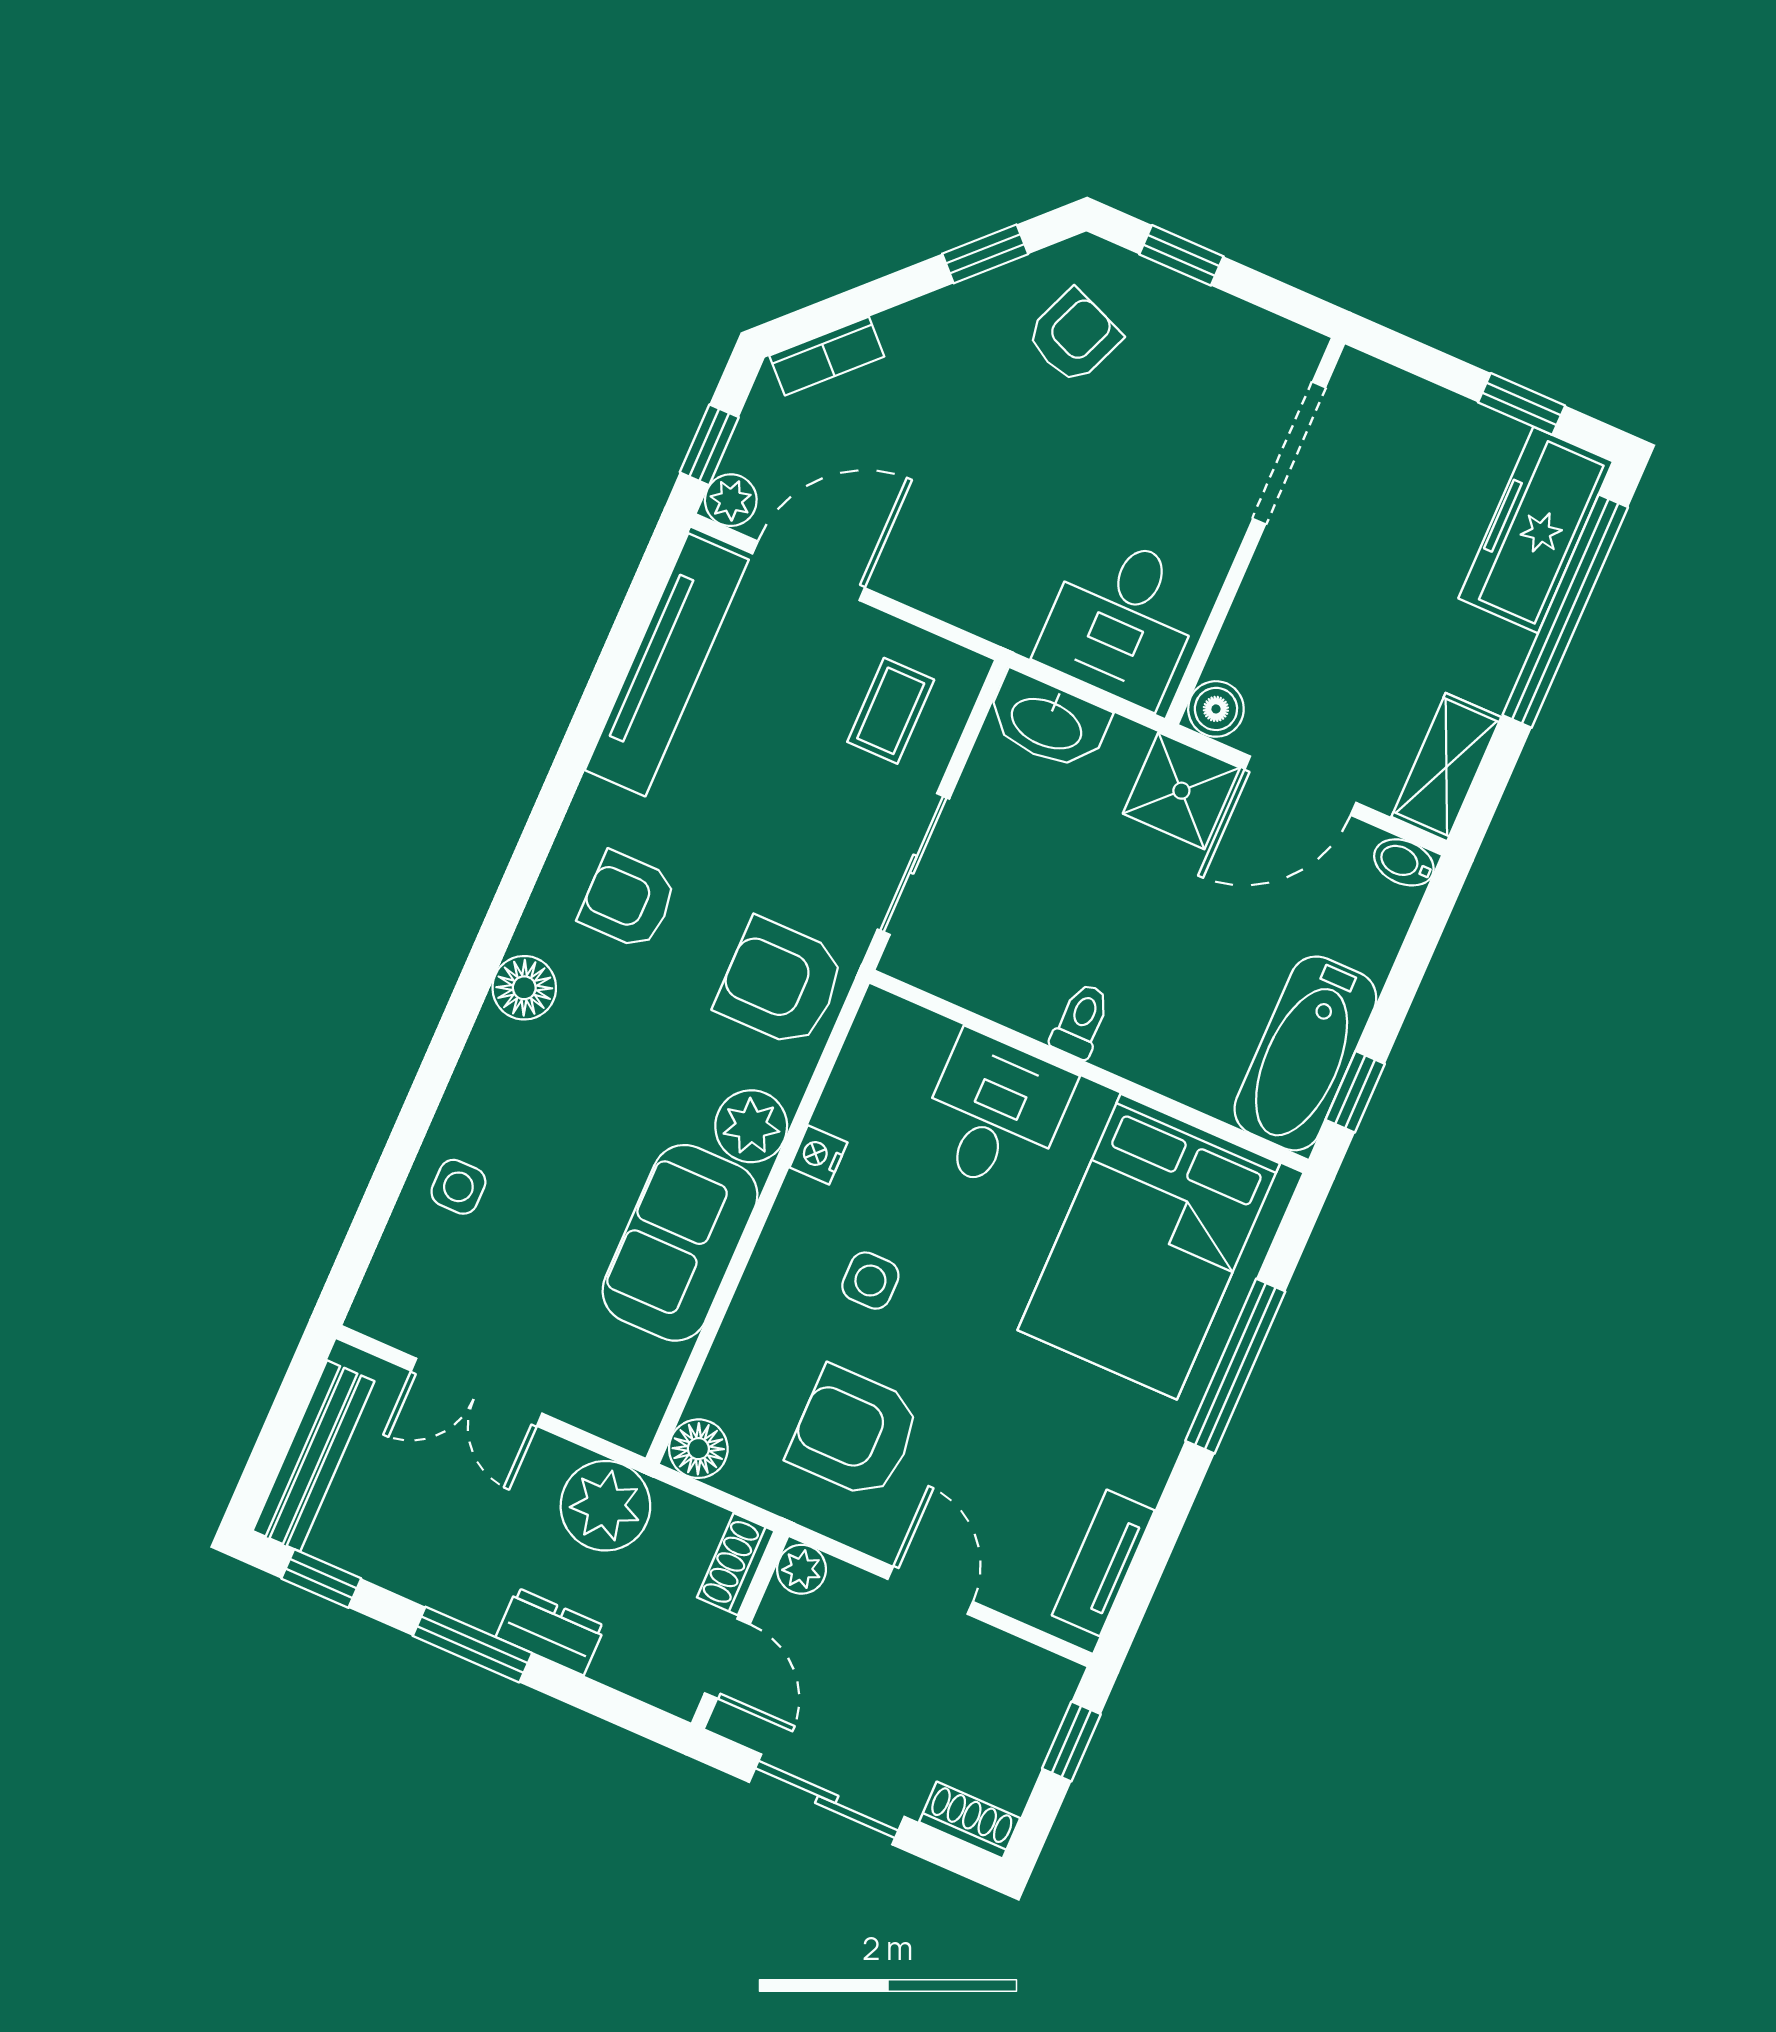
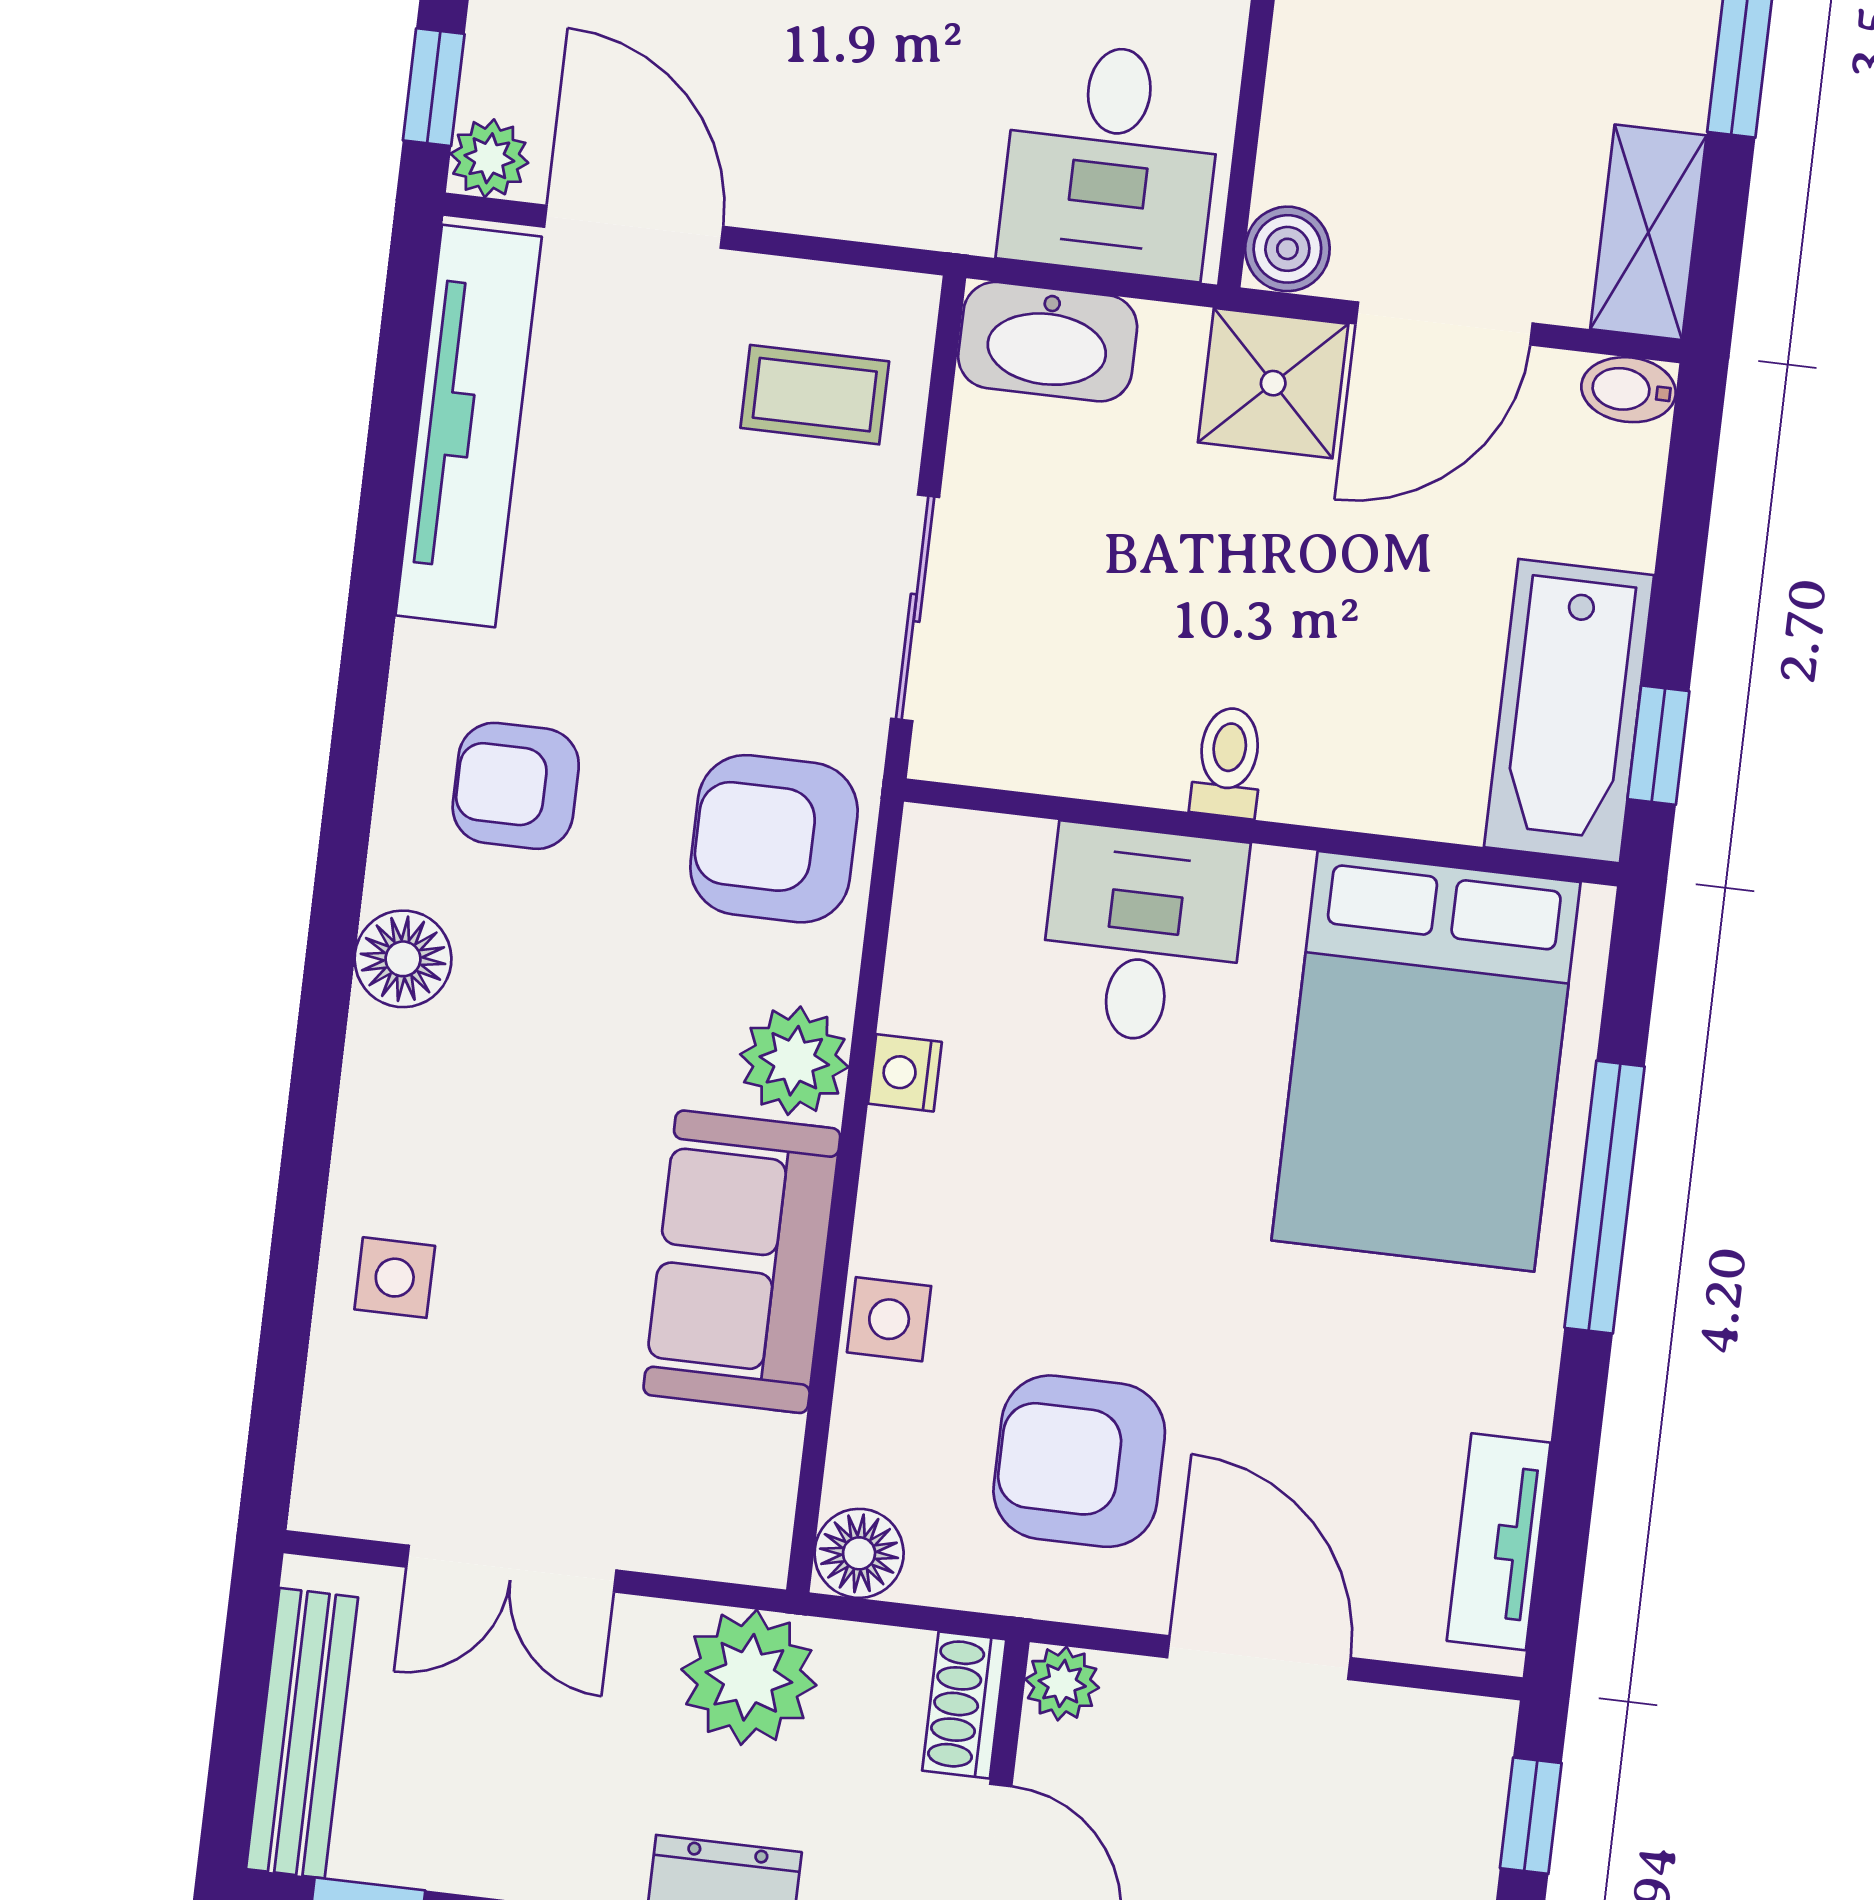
door: (809, 571) -> (634, 227), hinge flipped
coffee table: (891, 711) -> (815, 395), turned 90
side table: (870, 1281) -> (889, 1319), moved
door: (930, 1590) -> (1259, 1658), width x1.38

